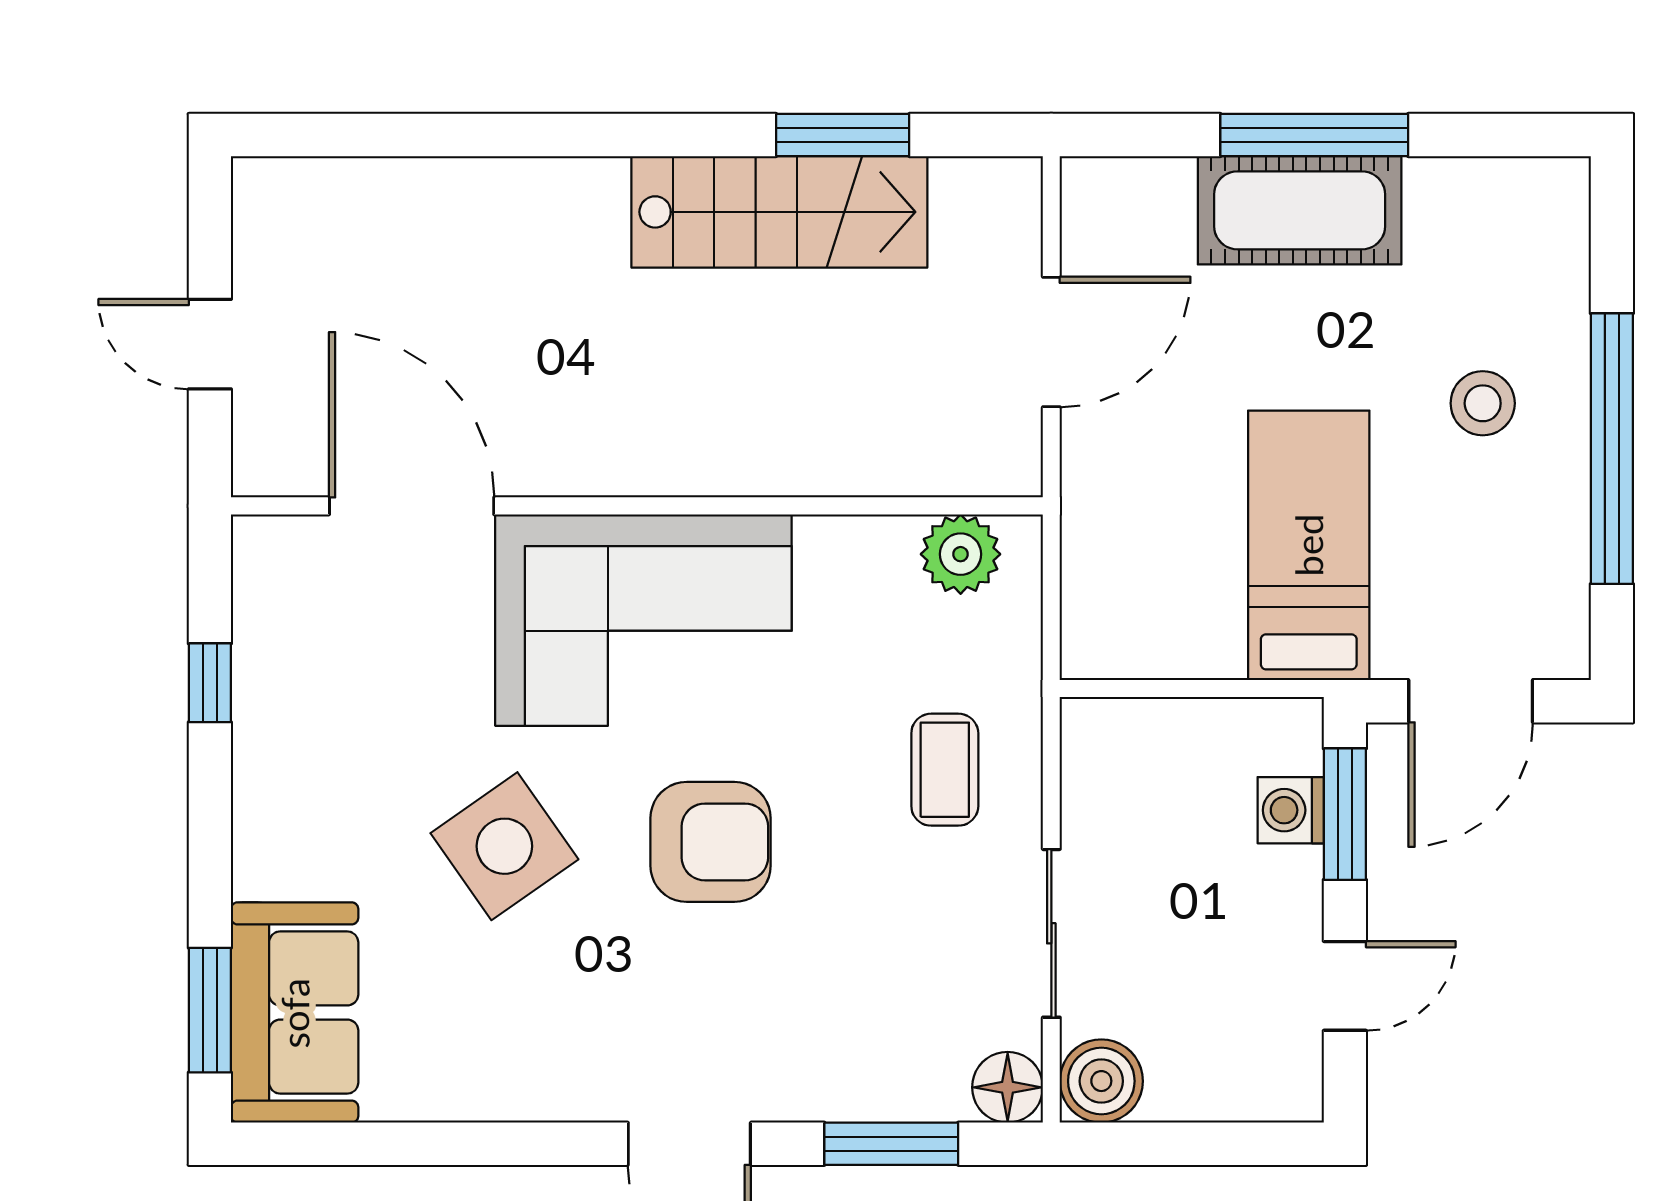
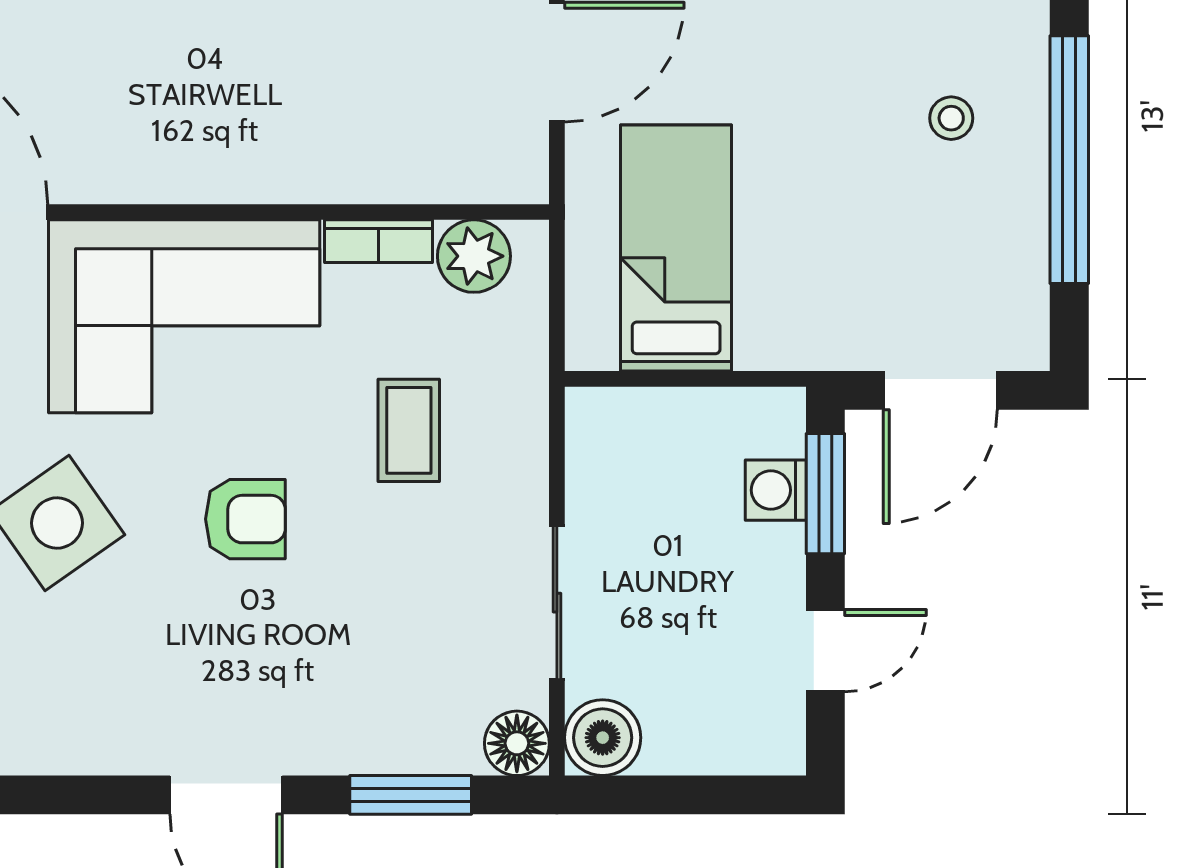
stool: (1483, 403) -> (951, 118), width x0.73, depth x0.73
bookcase: (856, 538) -> (379, 241), added
bed: (1309, 545) -> (676, 248), moved
coffee table: (945, 770) -> (409, 430), moved
armchair: (711, 842) -> (245, 519), width x0.72, depth x0.72

